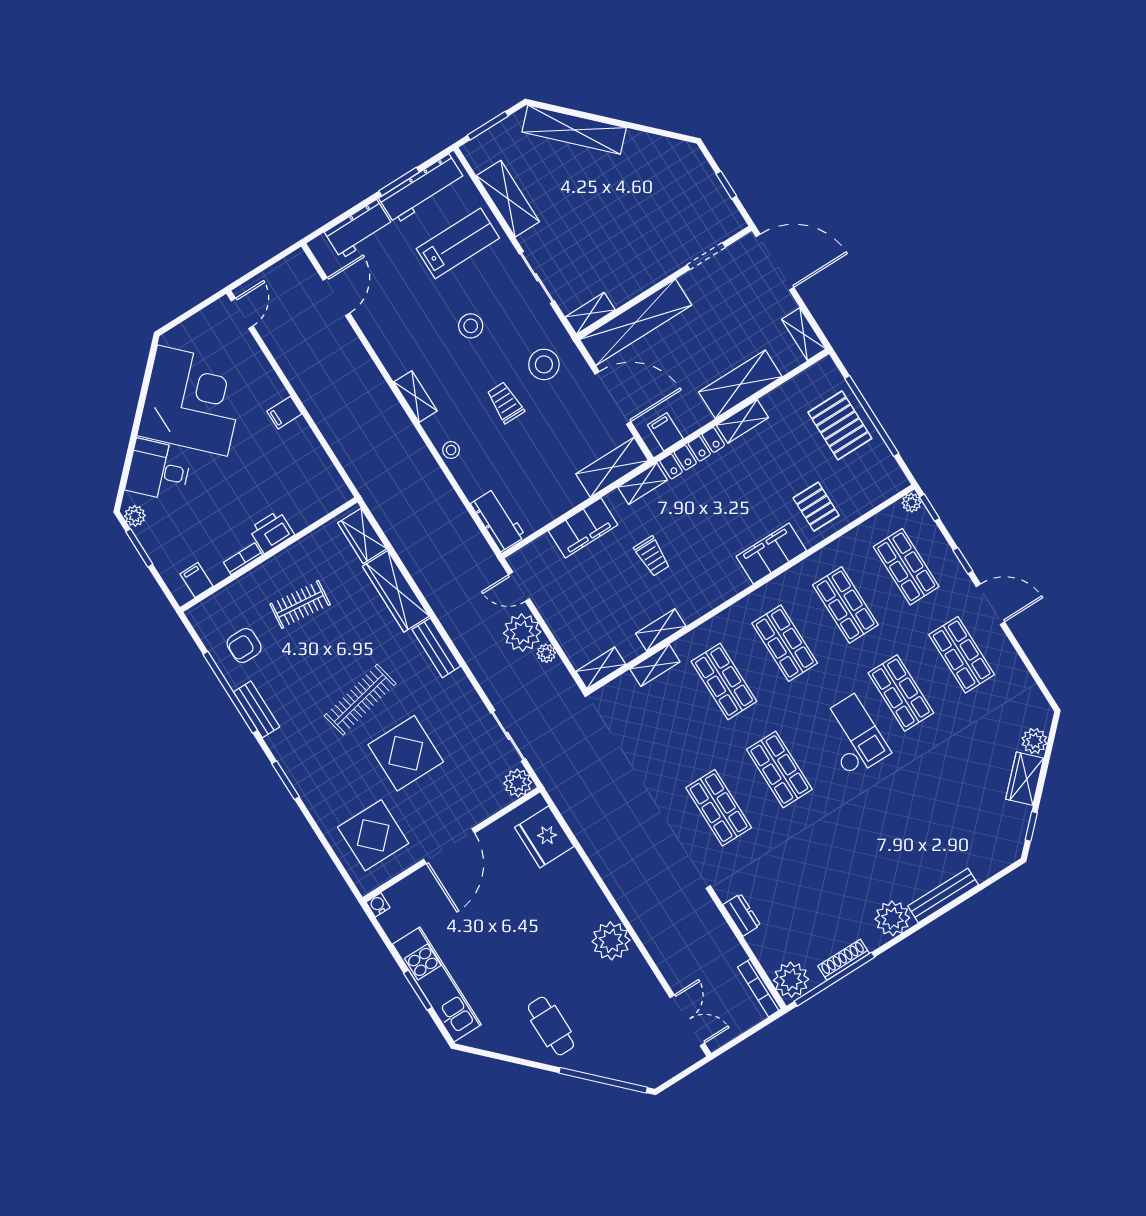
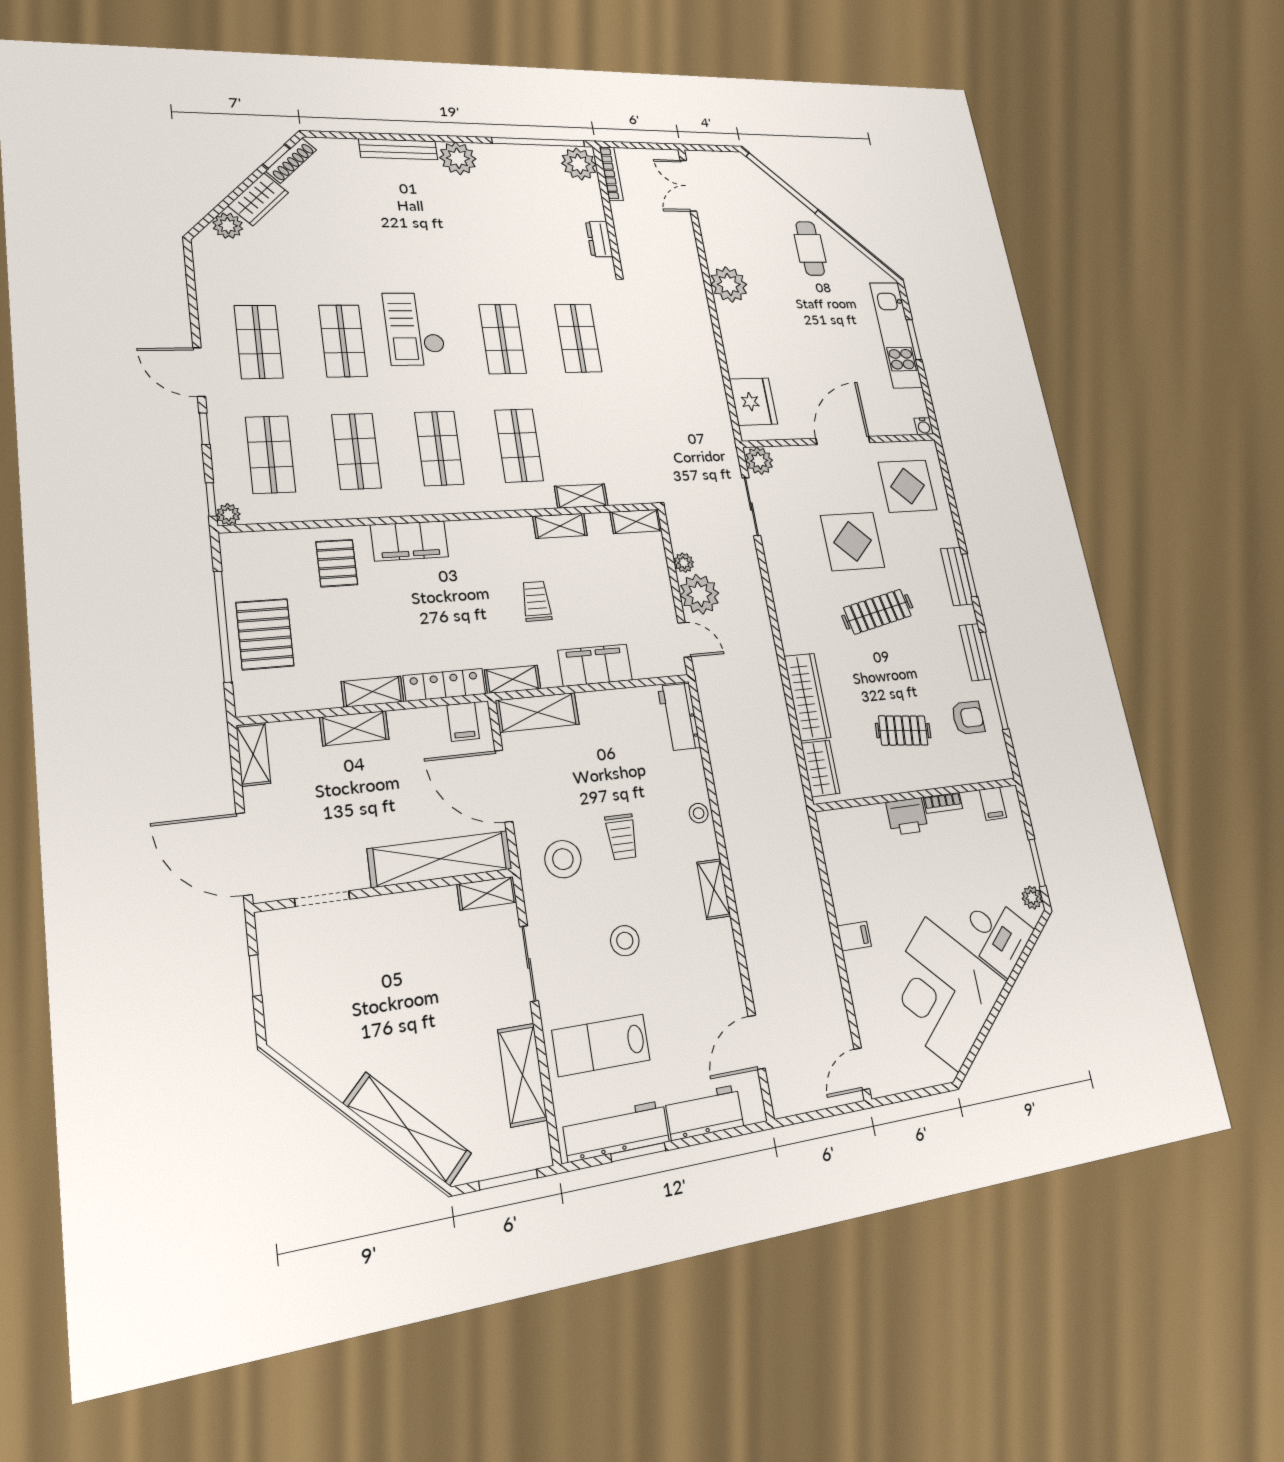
shelving: (740, 384) -> (354, 728), width x0.67, depth x0.75
bench: (436, 648) -> (957, 576), moved
shoe rack: (844, 960) -> (291, 160), moved, turned -45

